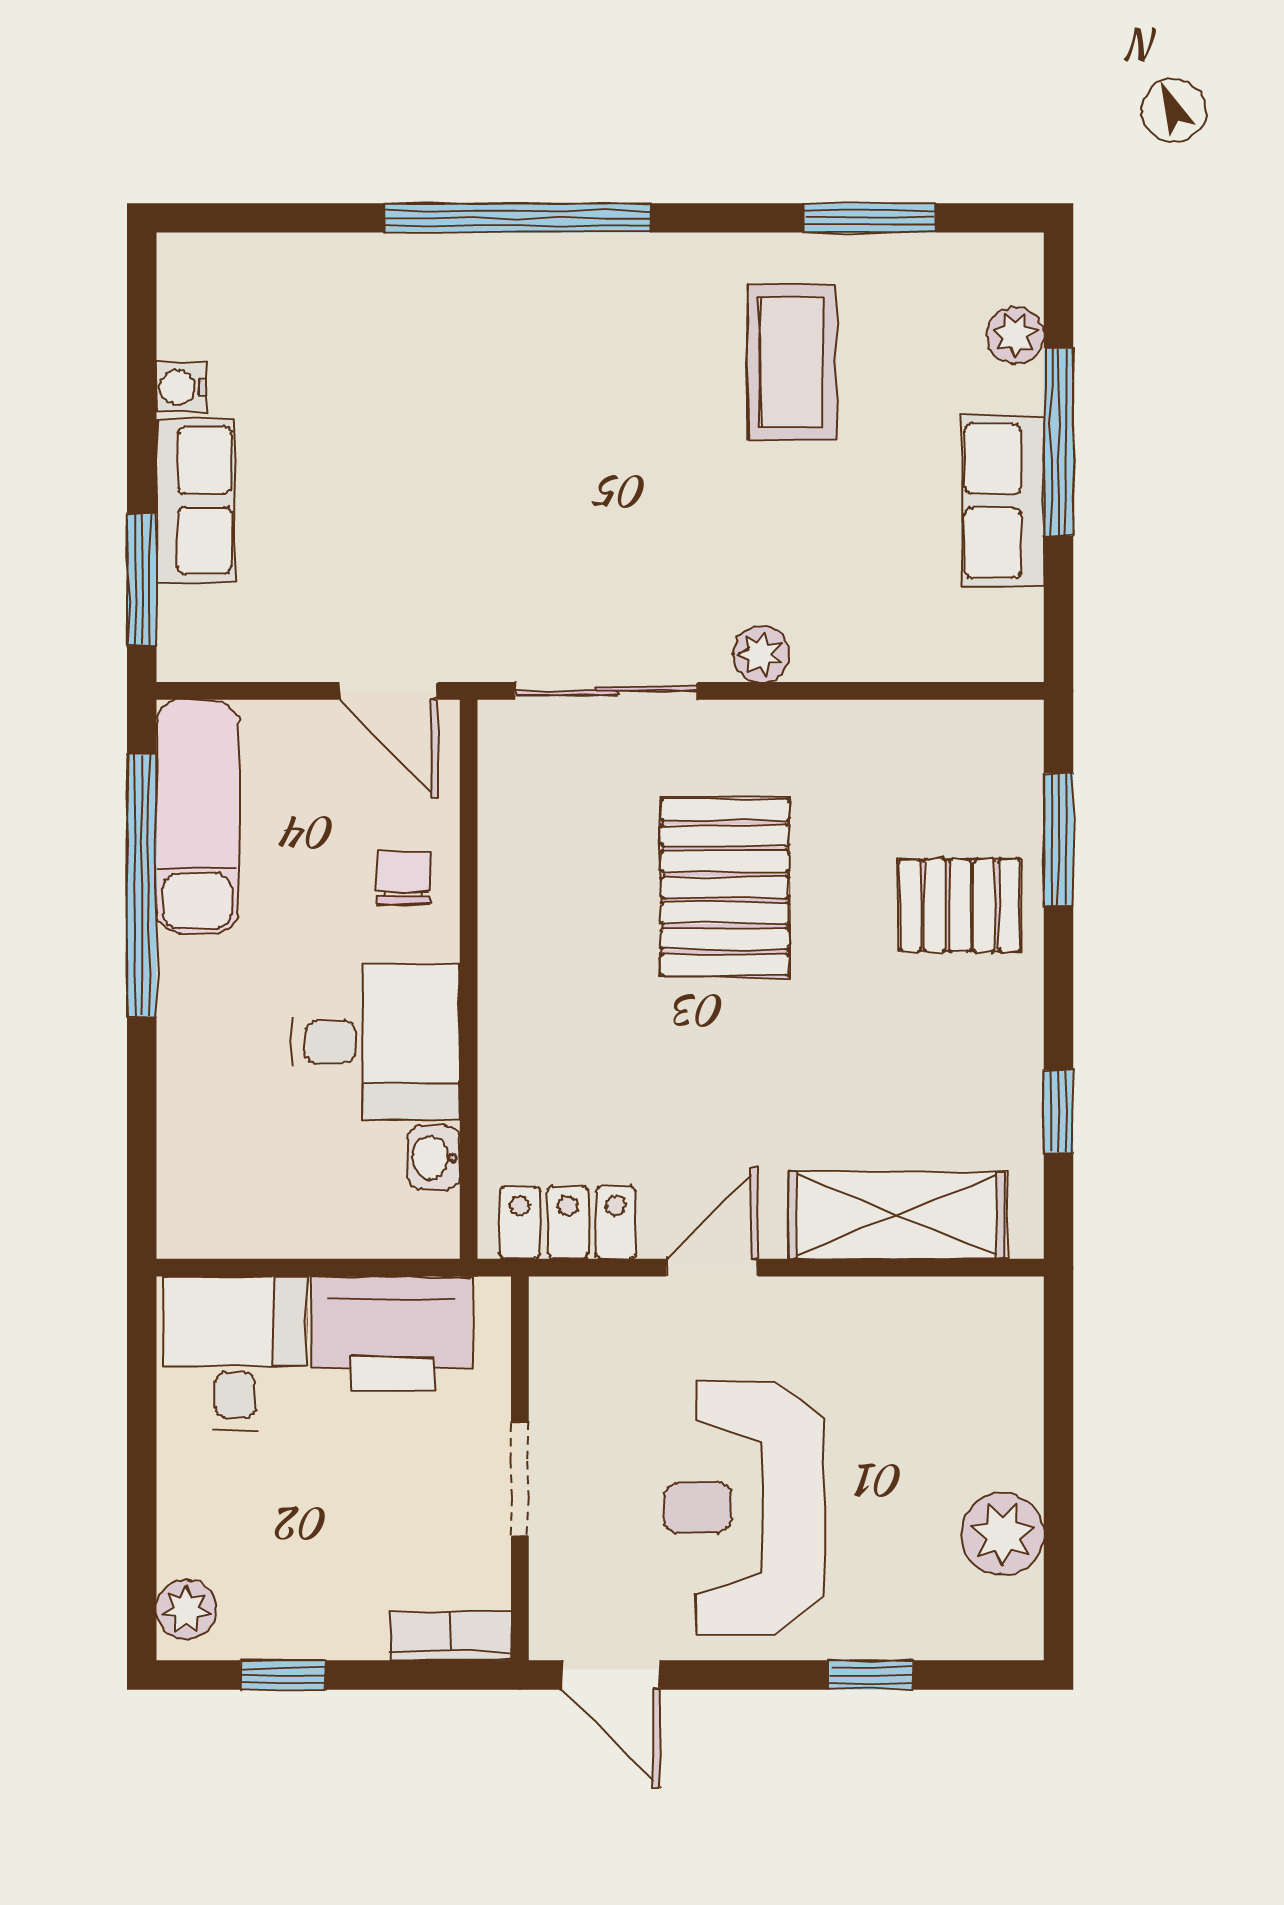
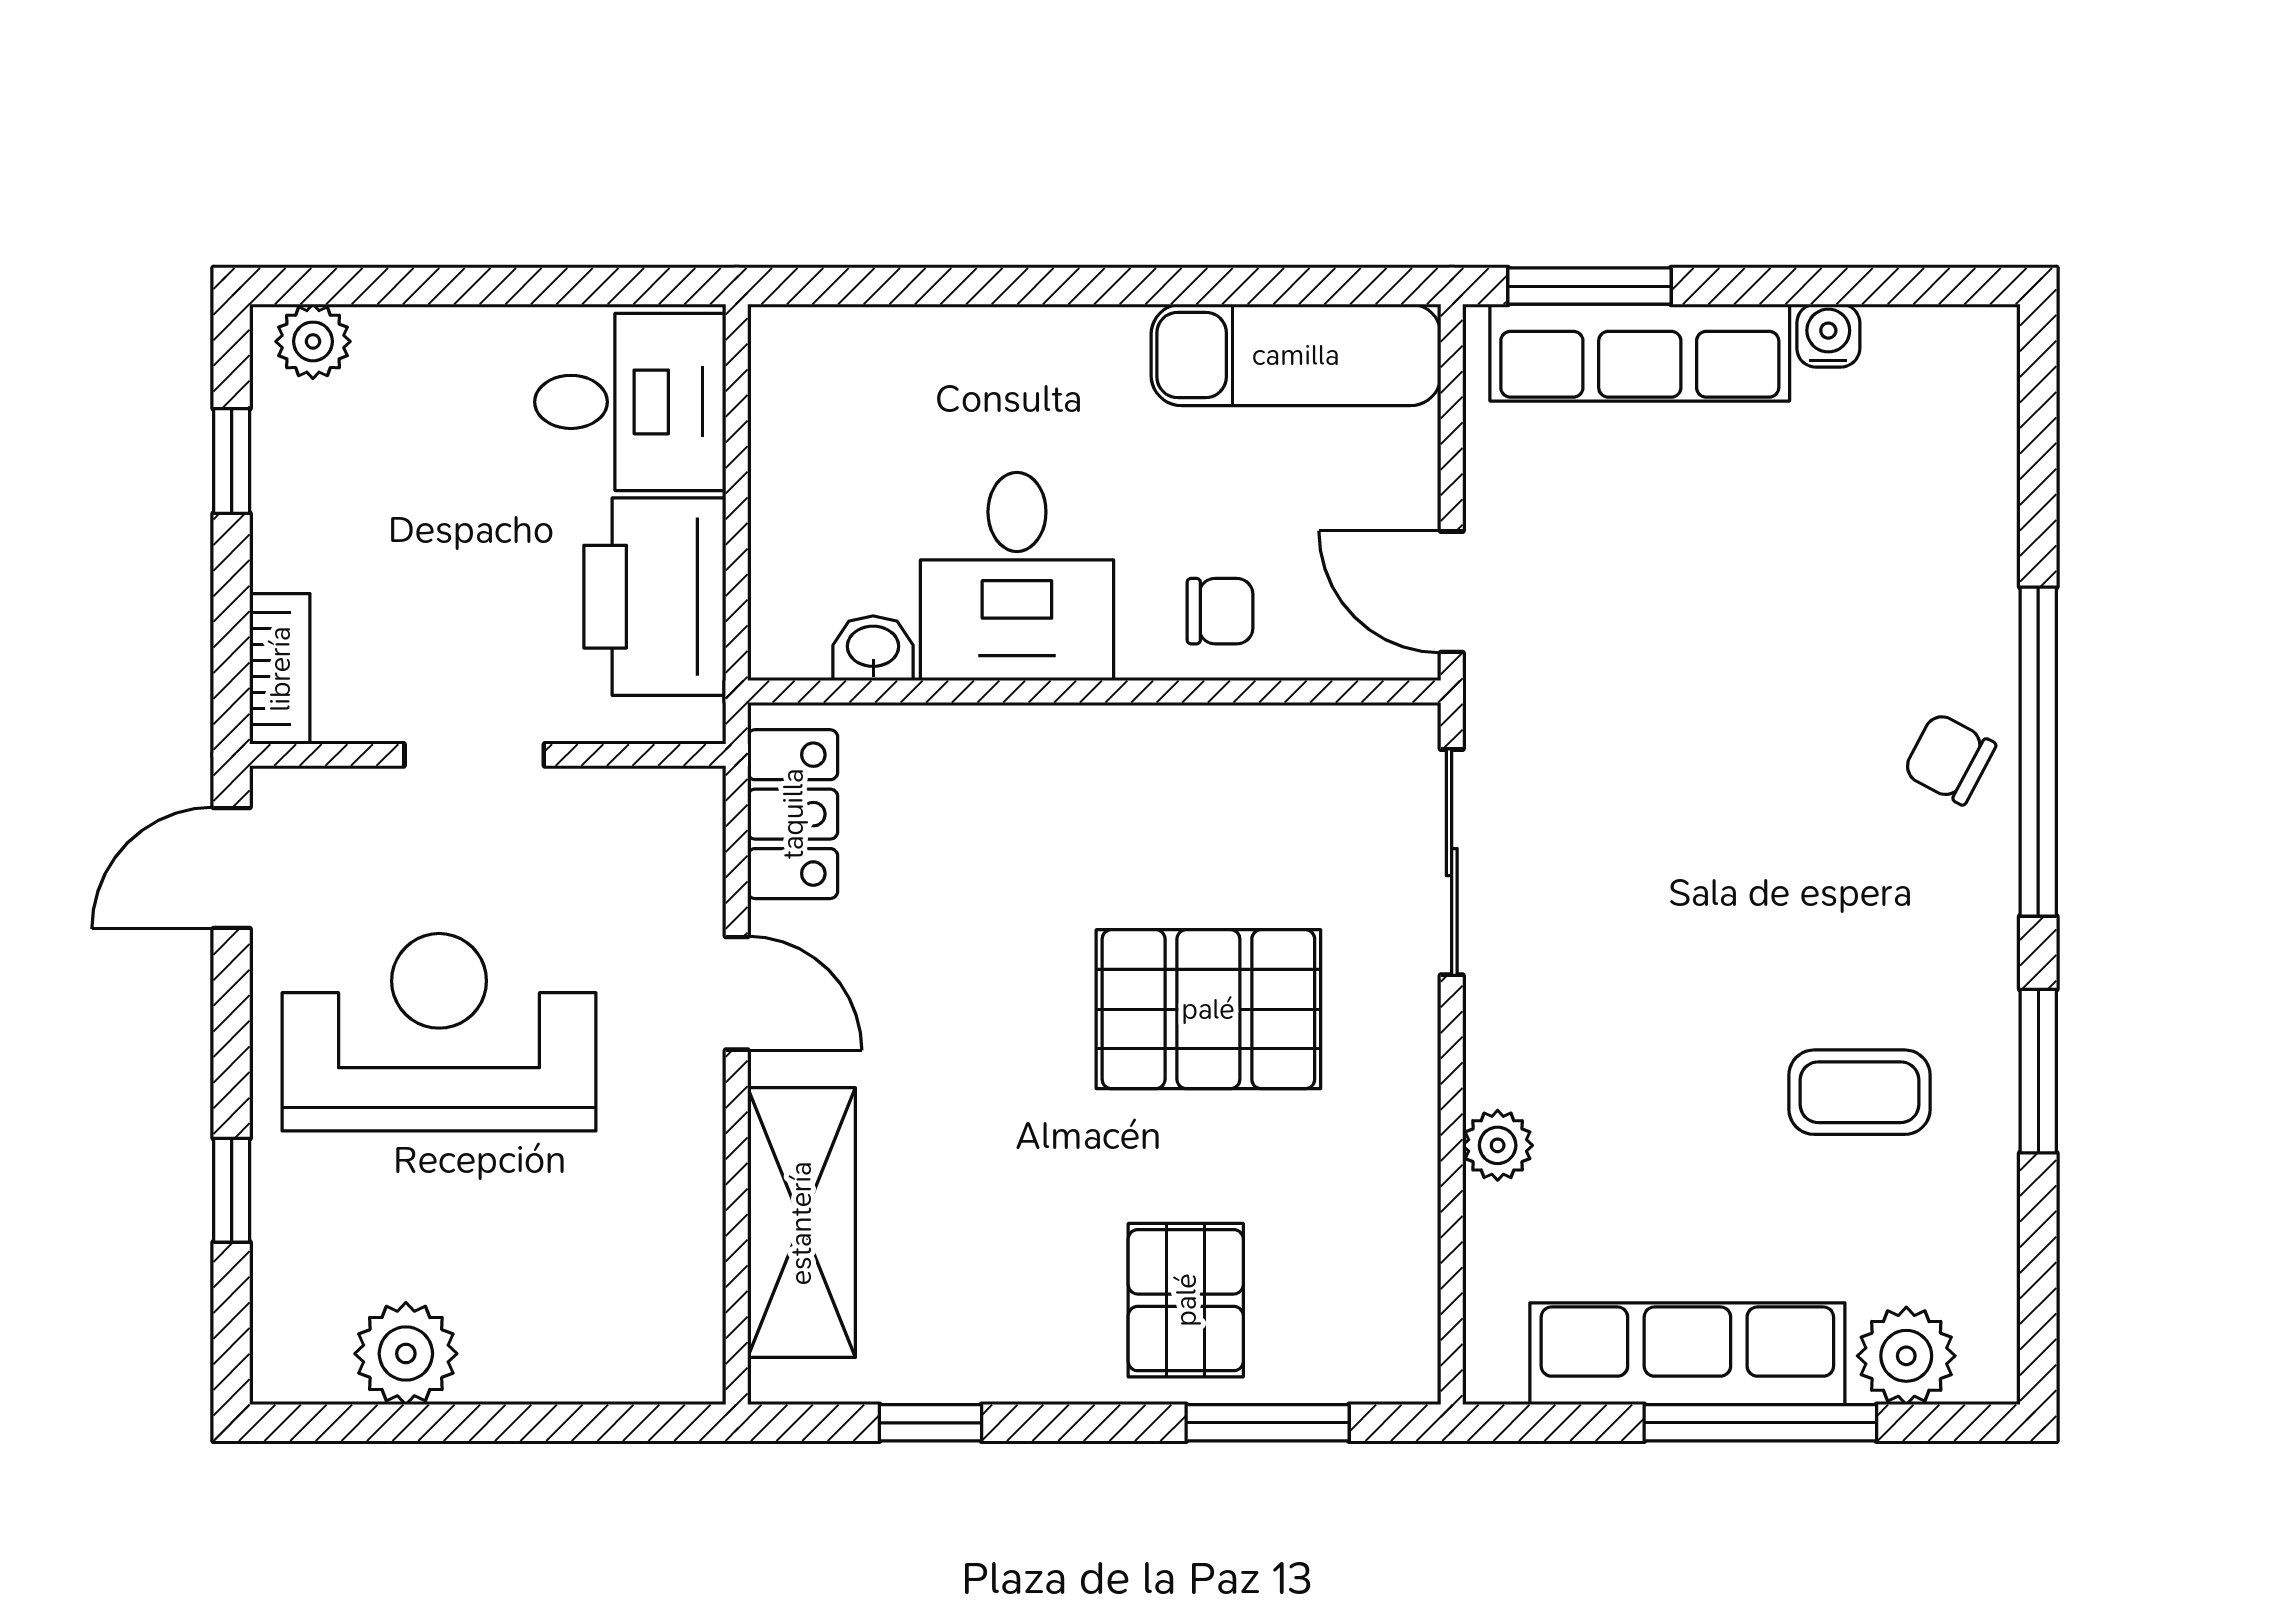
window: (870, 218) -> (2038, 1071), moved
chair: (523, 290) -> (1949, 759), added
plant: (1015, 335) -> (1906, 1356), width x1.38, depth x1.38
coffee table: (792, 362) -> (1859, 1092), width x0.73, depth x0.77
row of seats: (195, 500) -> (1640, 353), width x1.48
row of seats: (1003, 501) -> (1687, 1354), width x1.48
plant: (761, 654) -> (1498, 1145), moved
door: (388, 691) -> (1452, 592), hinge flipped
window: (142, 886) -> (1210, 286), removed

